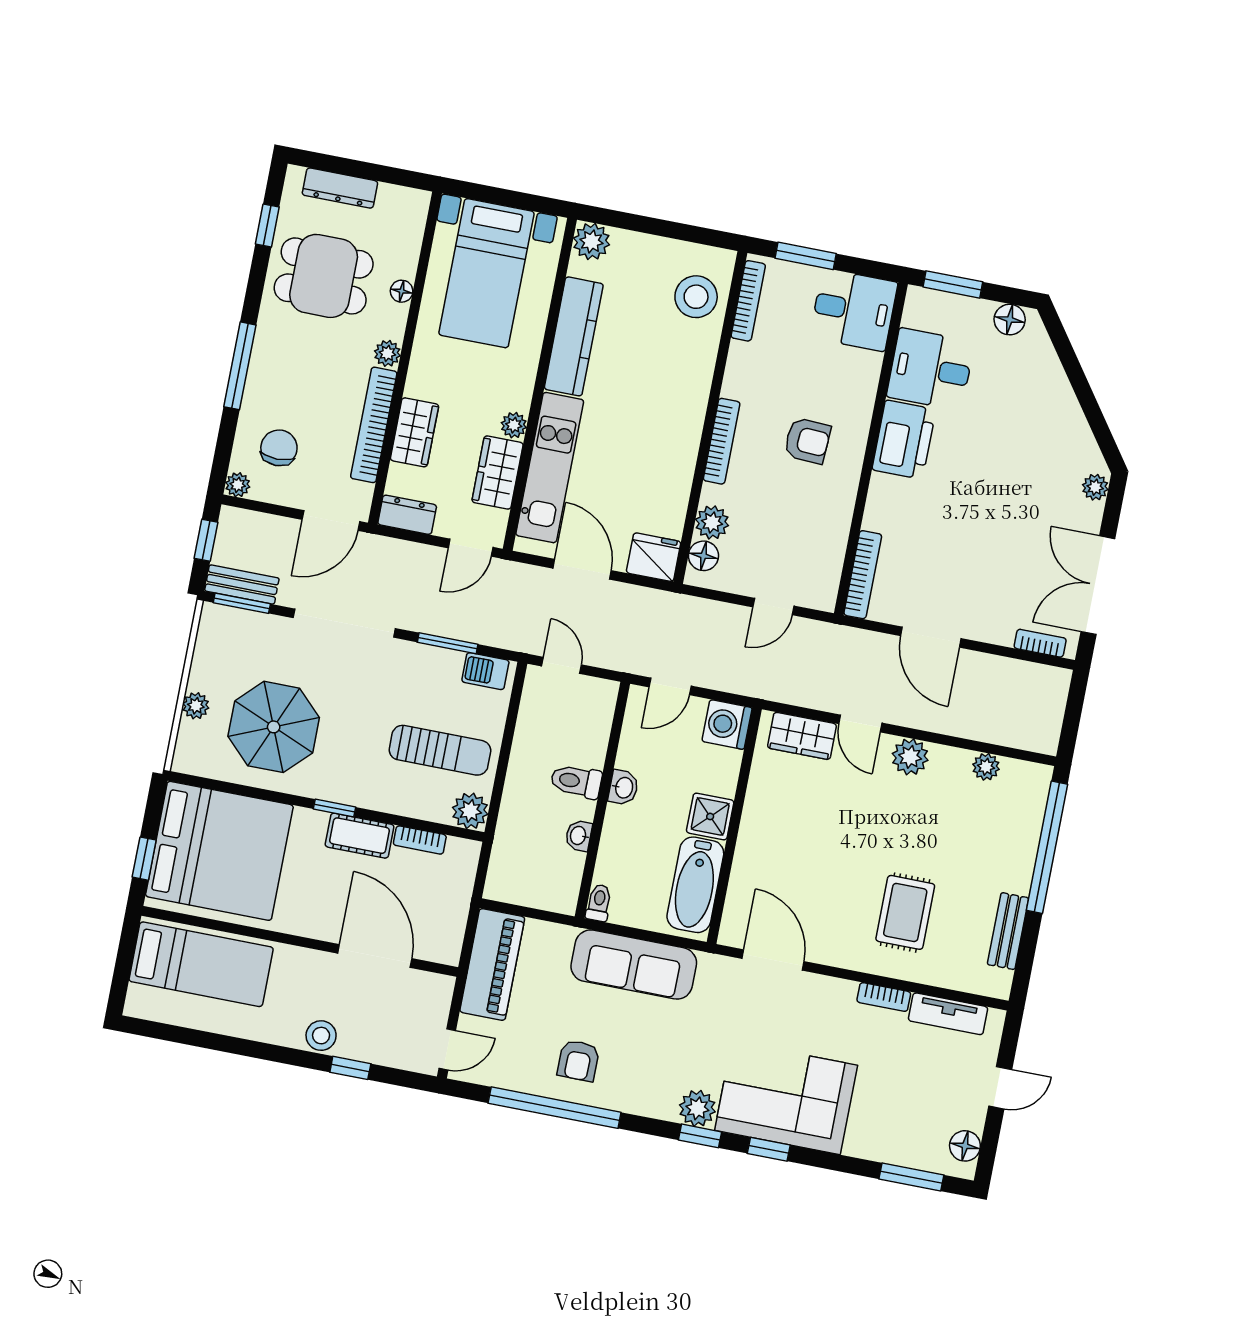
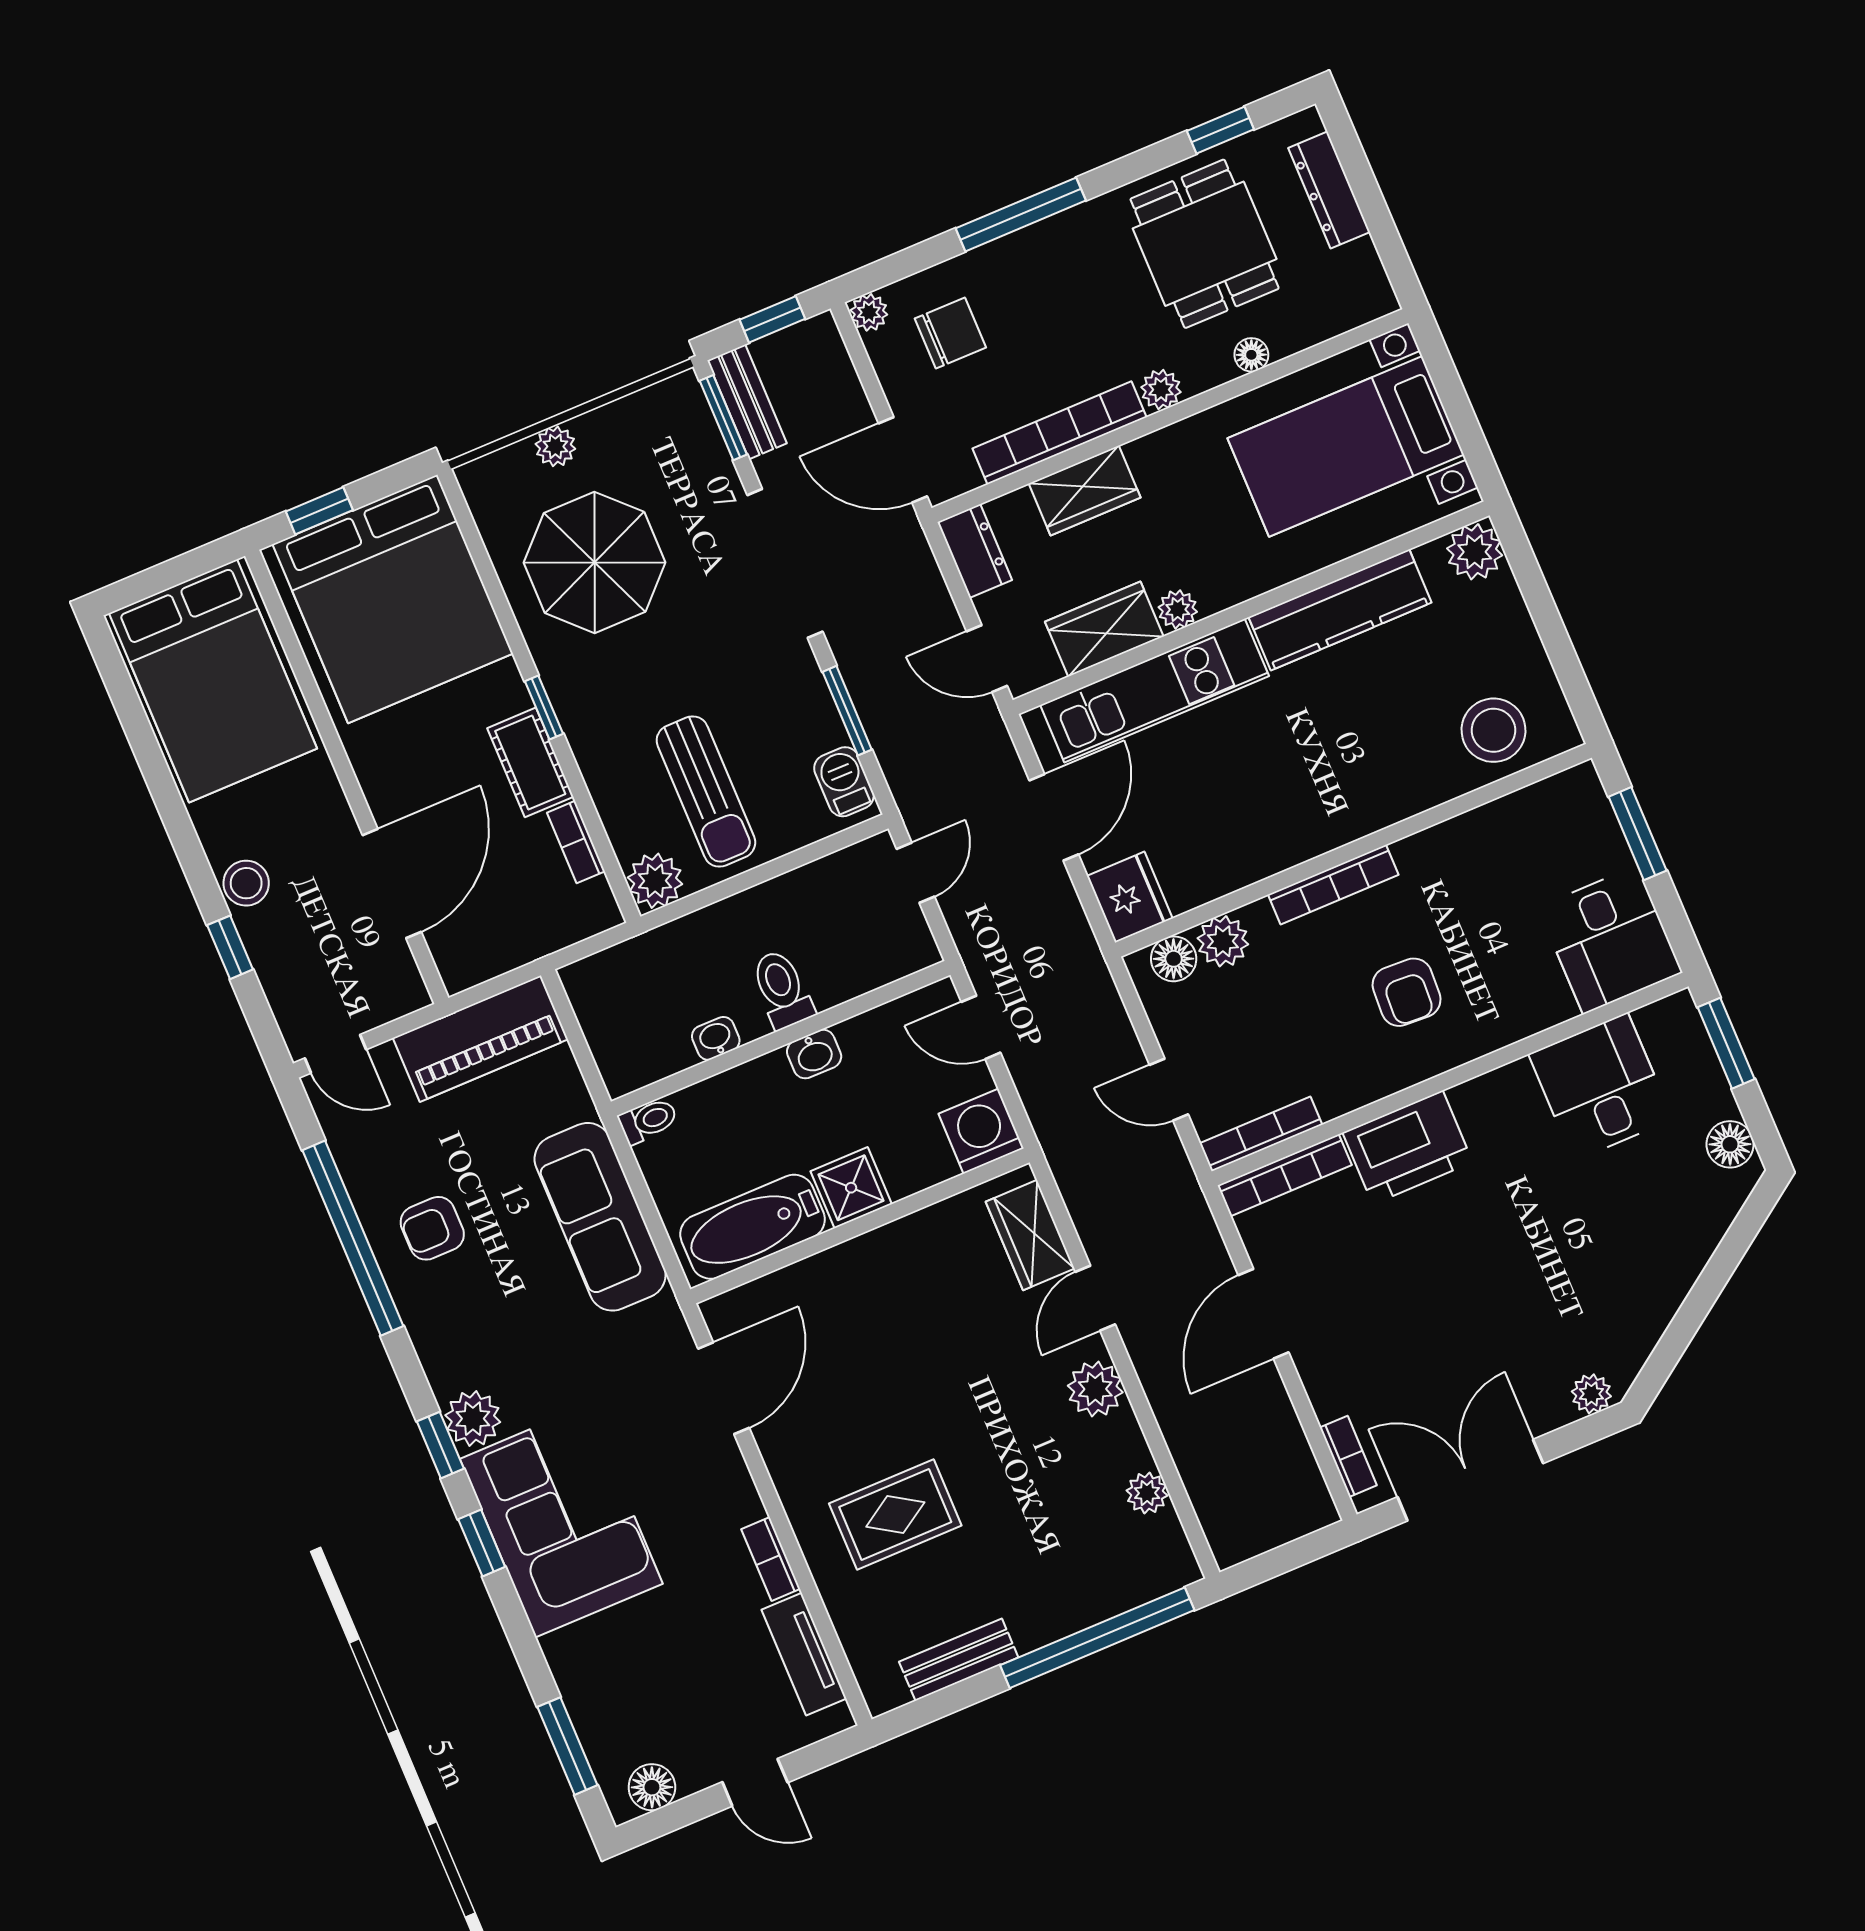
bookcase: (748, 301) -> (1261, 1134), moved, turned 180
printer: (904, 440) -> (1408, 1147), moved
bed: (201, 964) -> (213, 681), width x1.50

